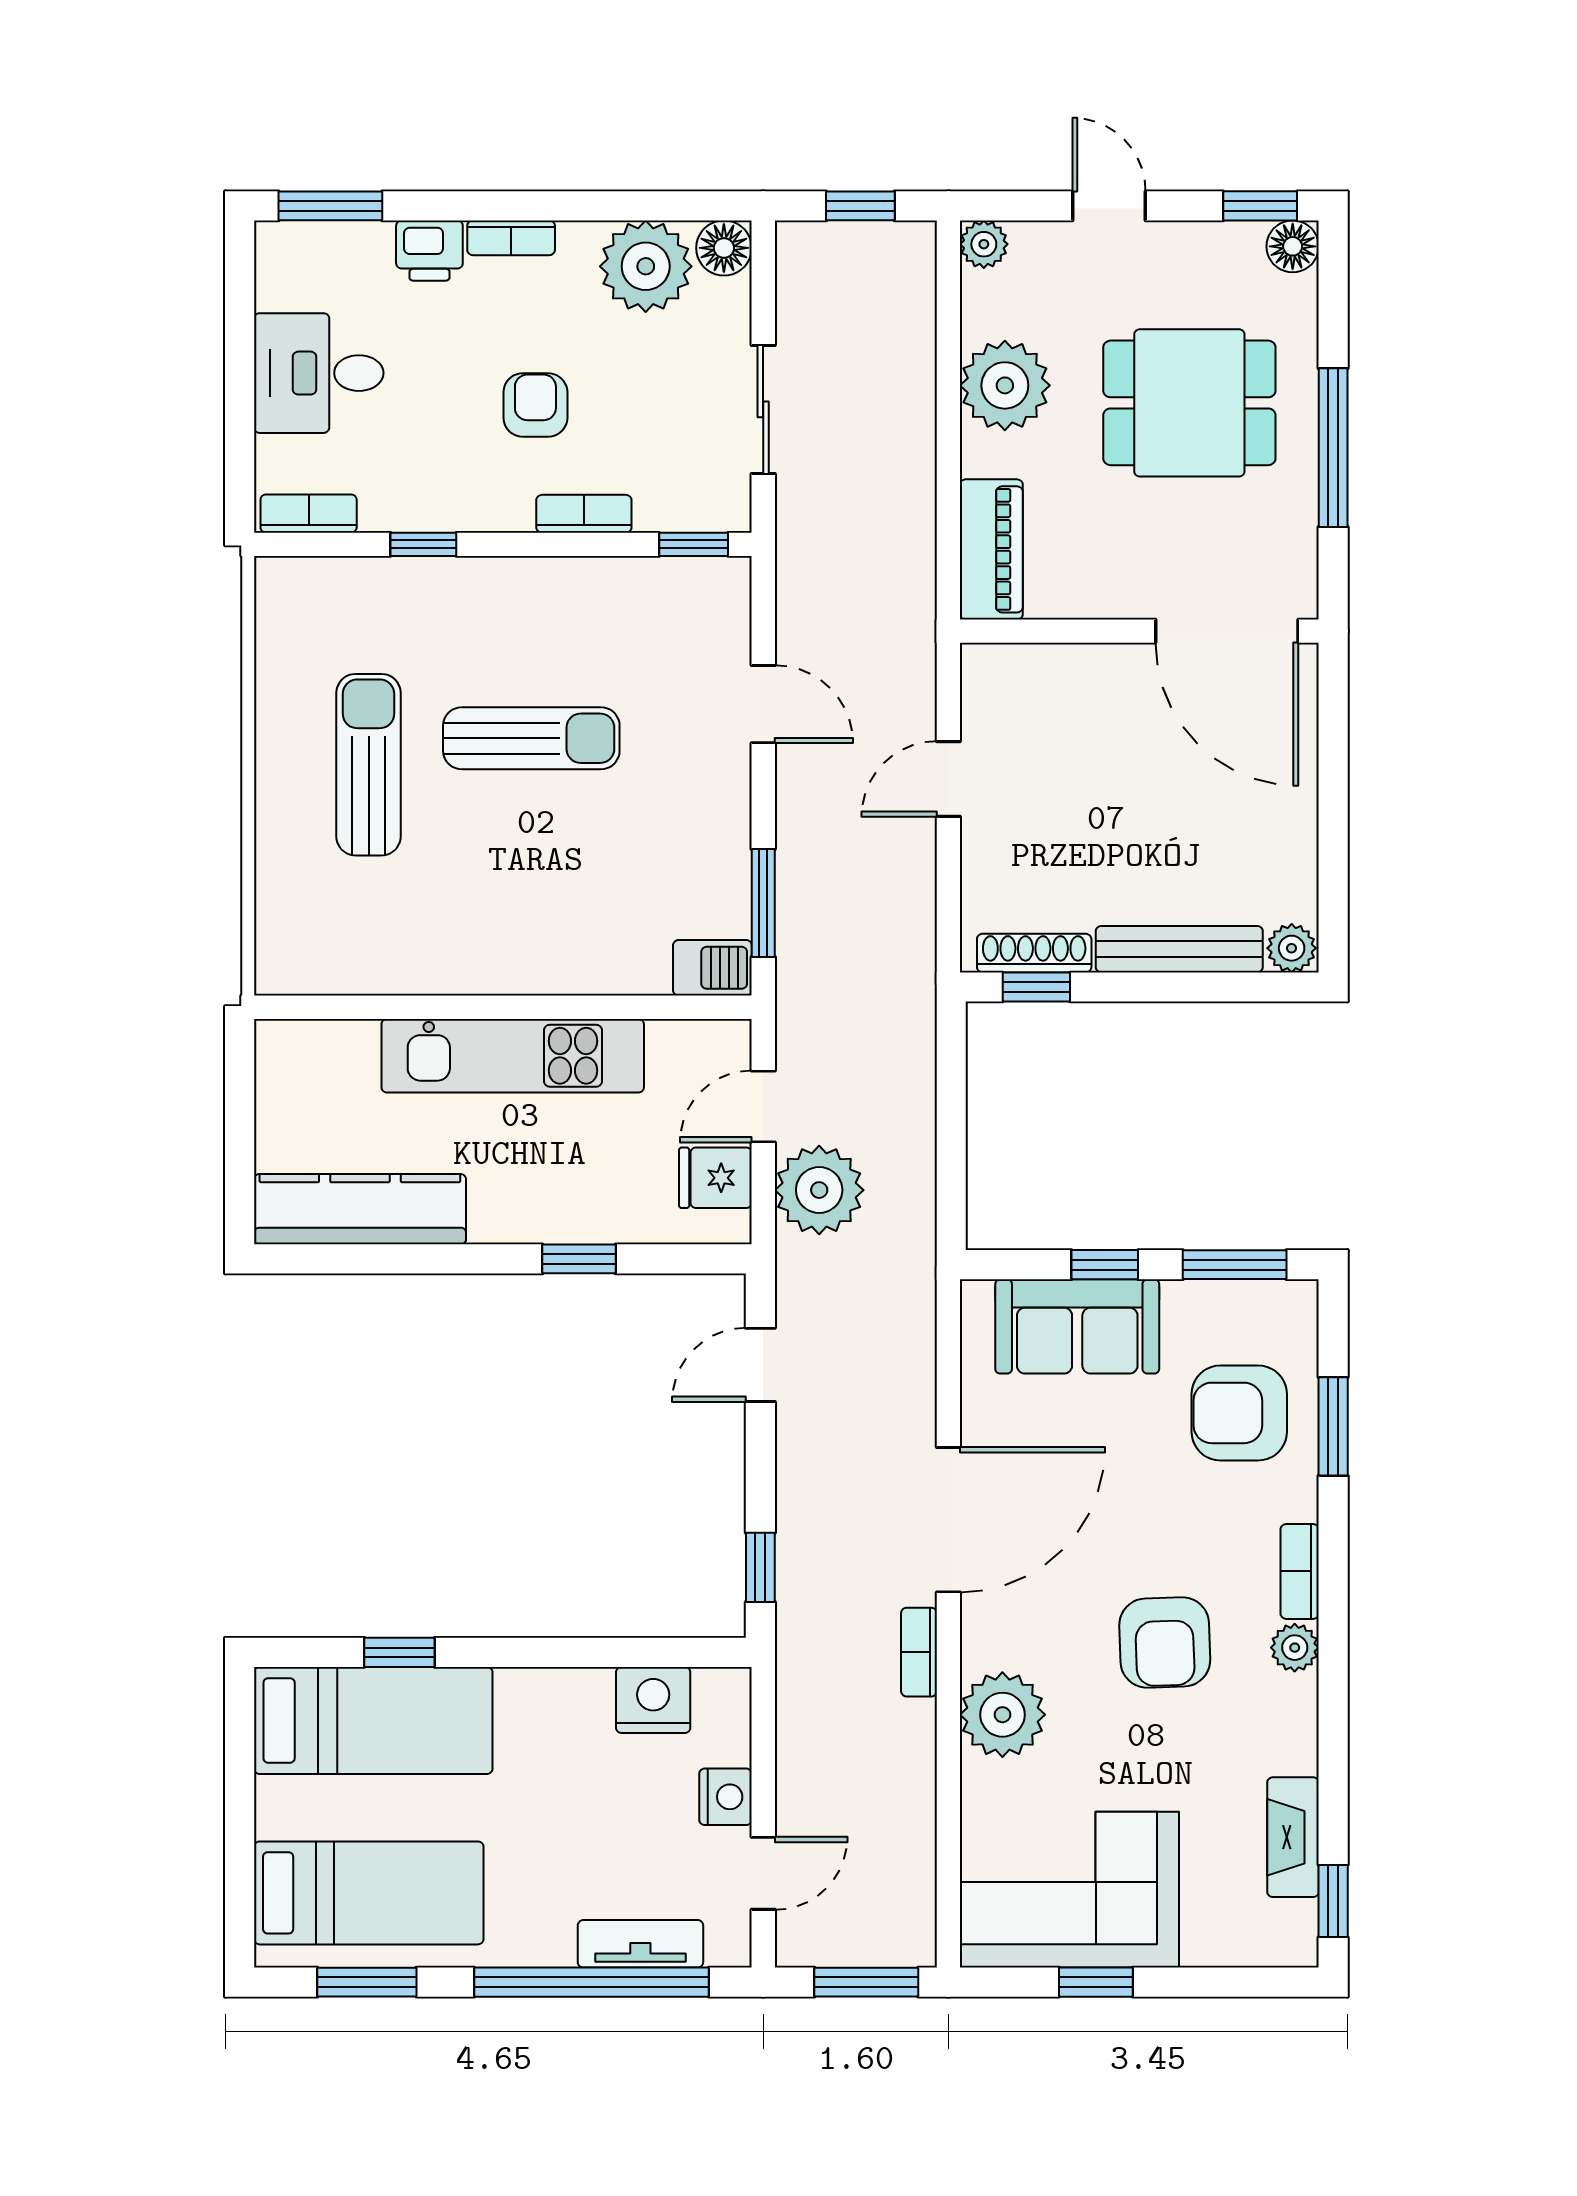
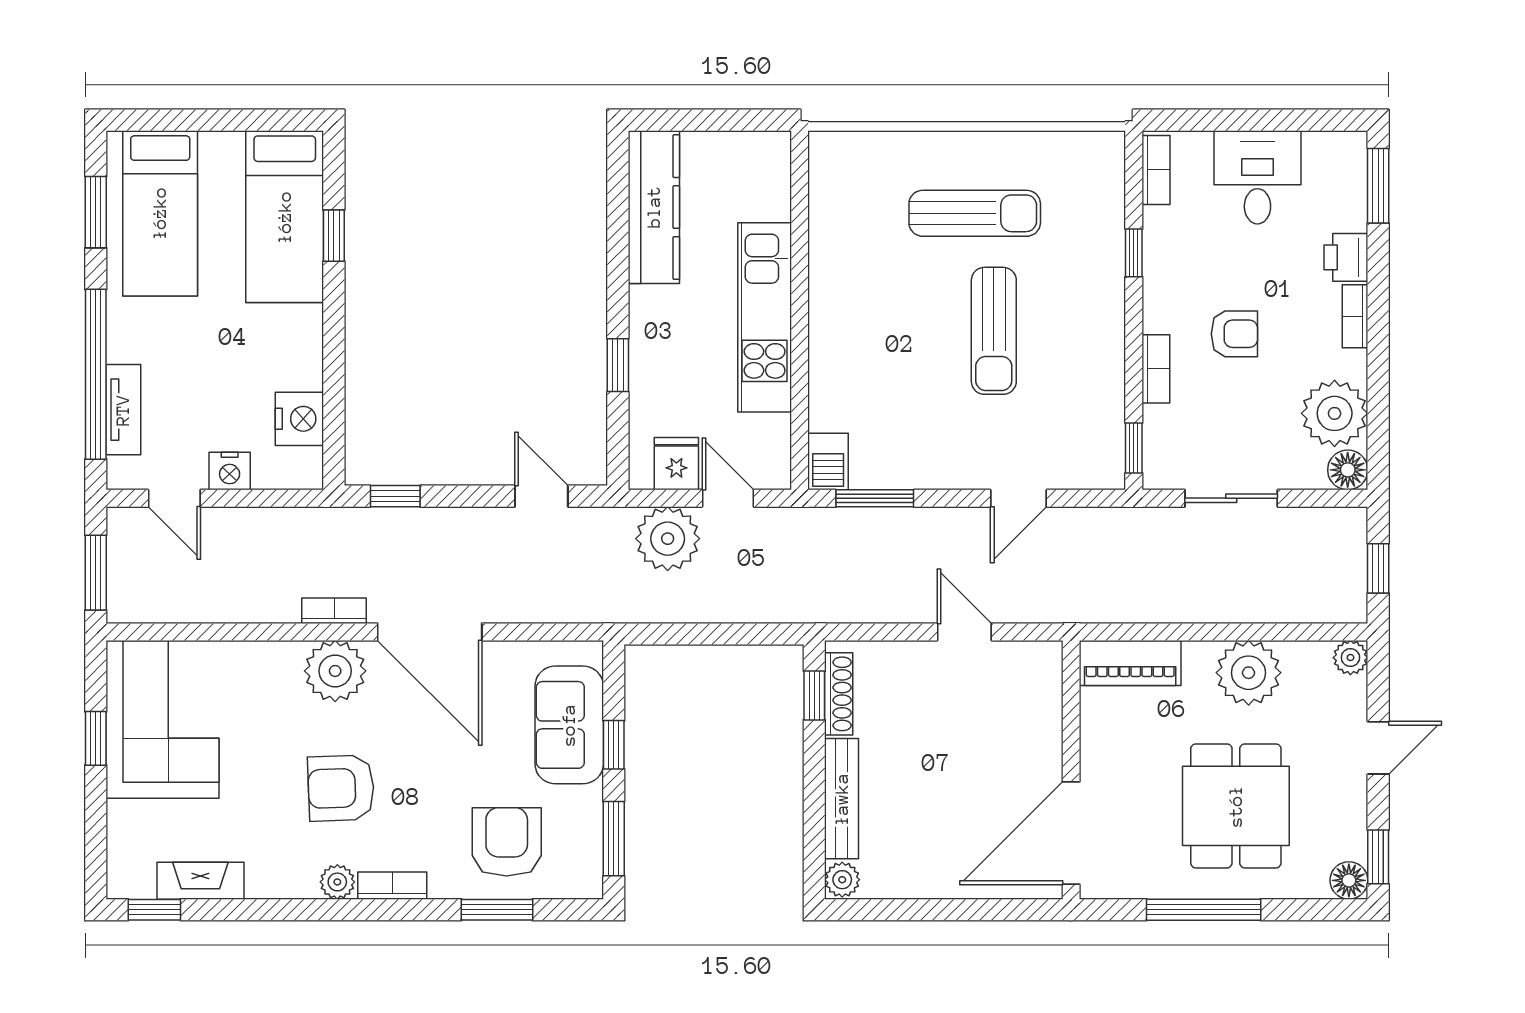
plant: (1002, 1715) -> (335, 671), moved

